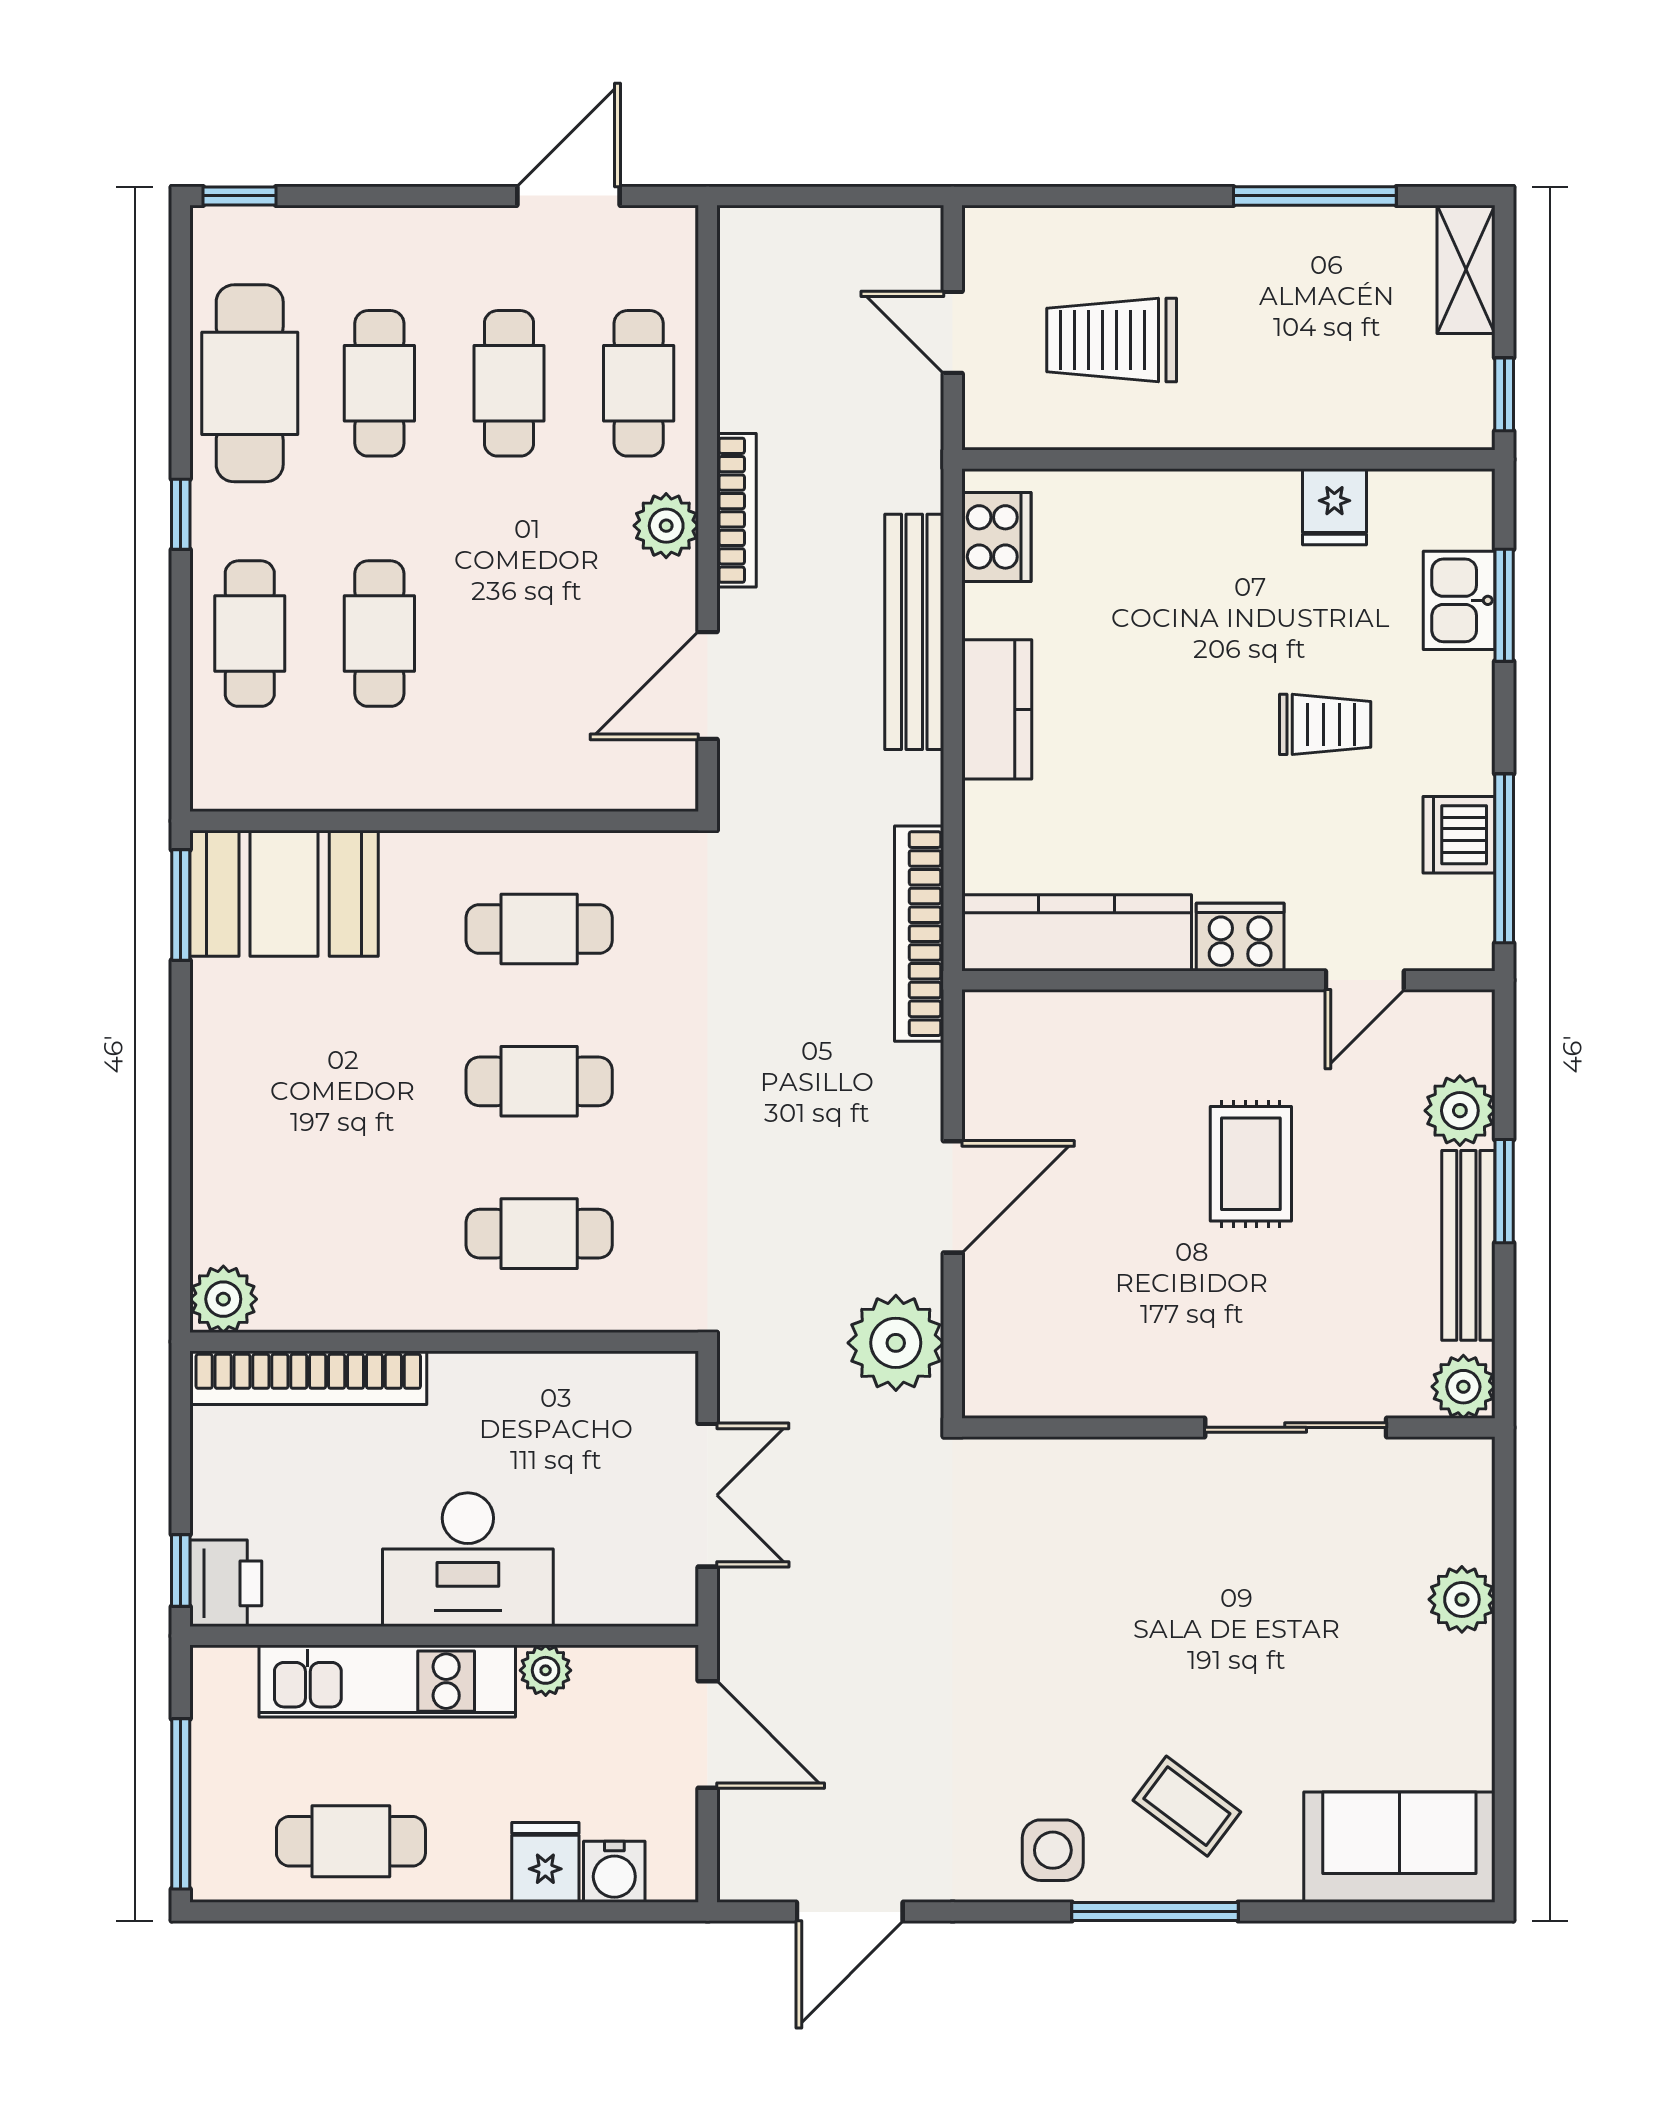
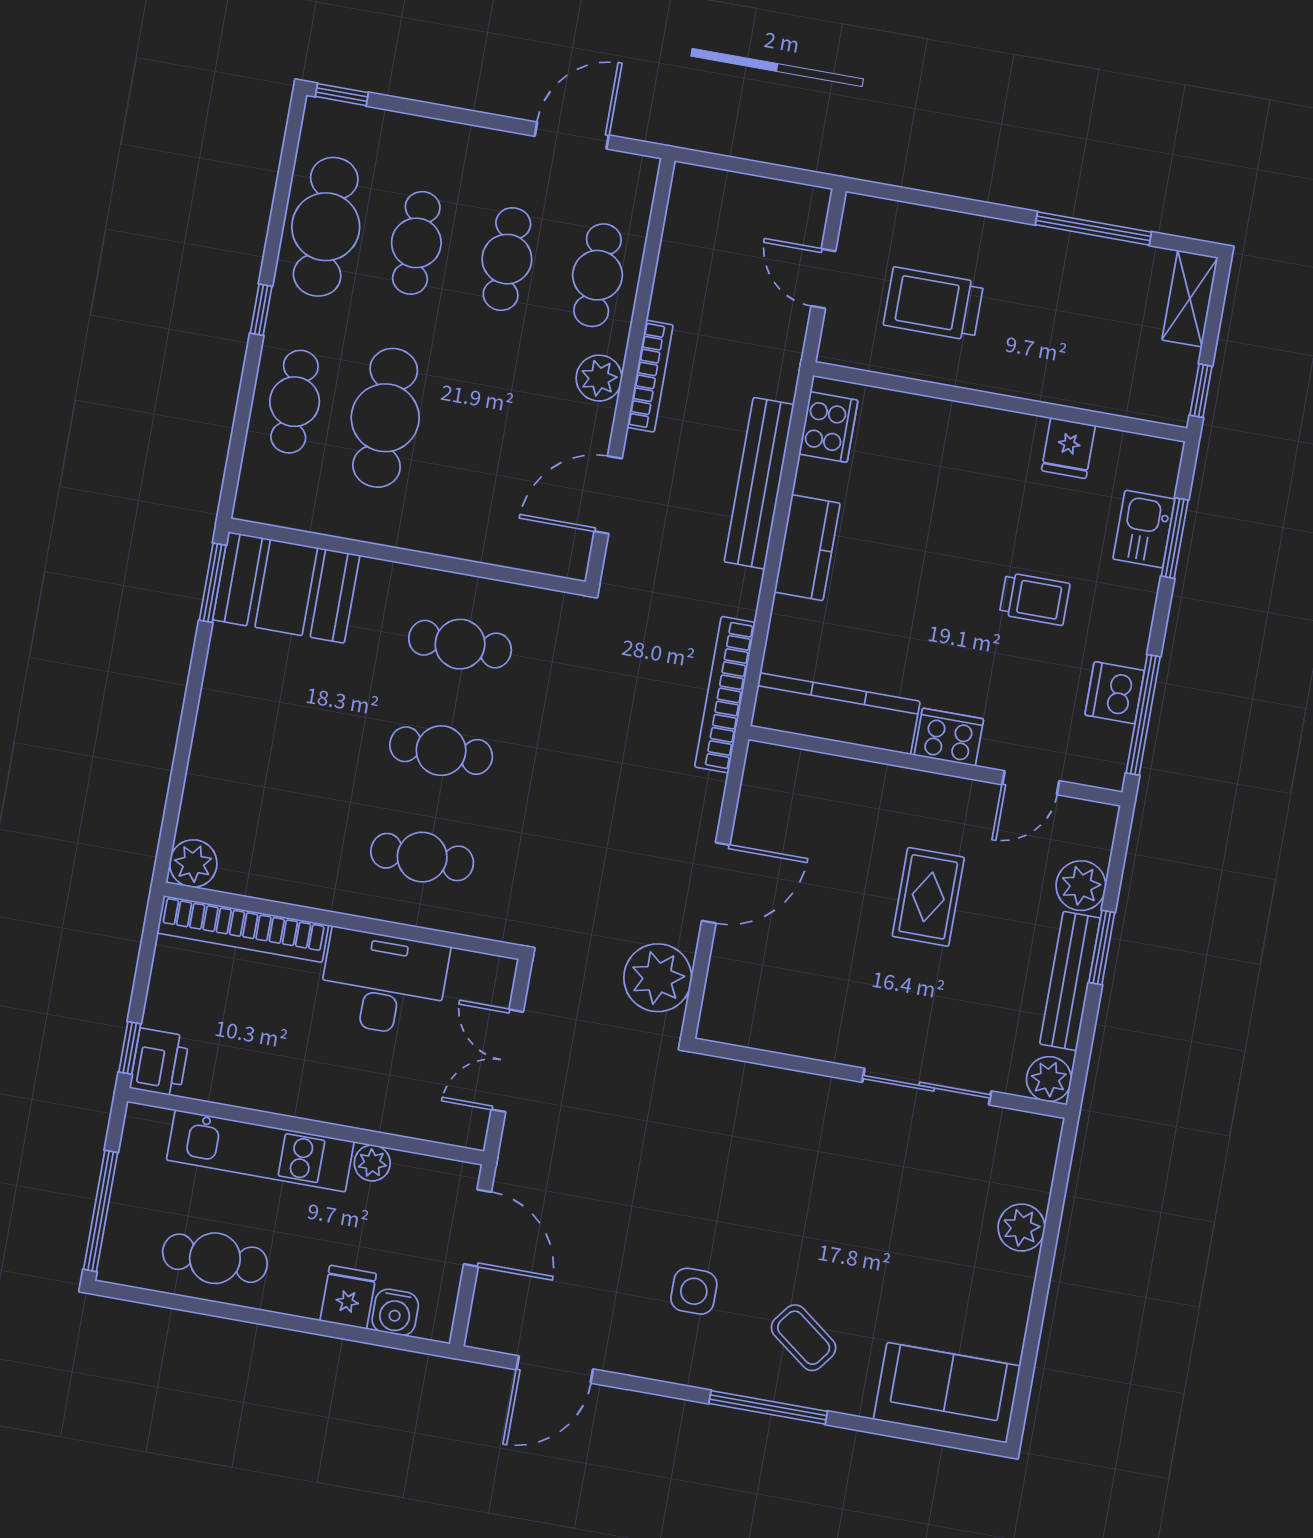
cafe table: (379, 634) -> (385, 418), width x1.37, depth x1.35
double door: (708, 1495) -> (507, 1061), swing flipped
desk: (468, 1560) -> (383, 983), moved, turned 180
side table: (1053, 1850) -> (694, 1291), moved

